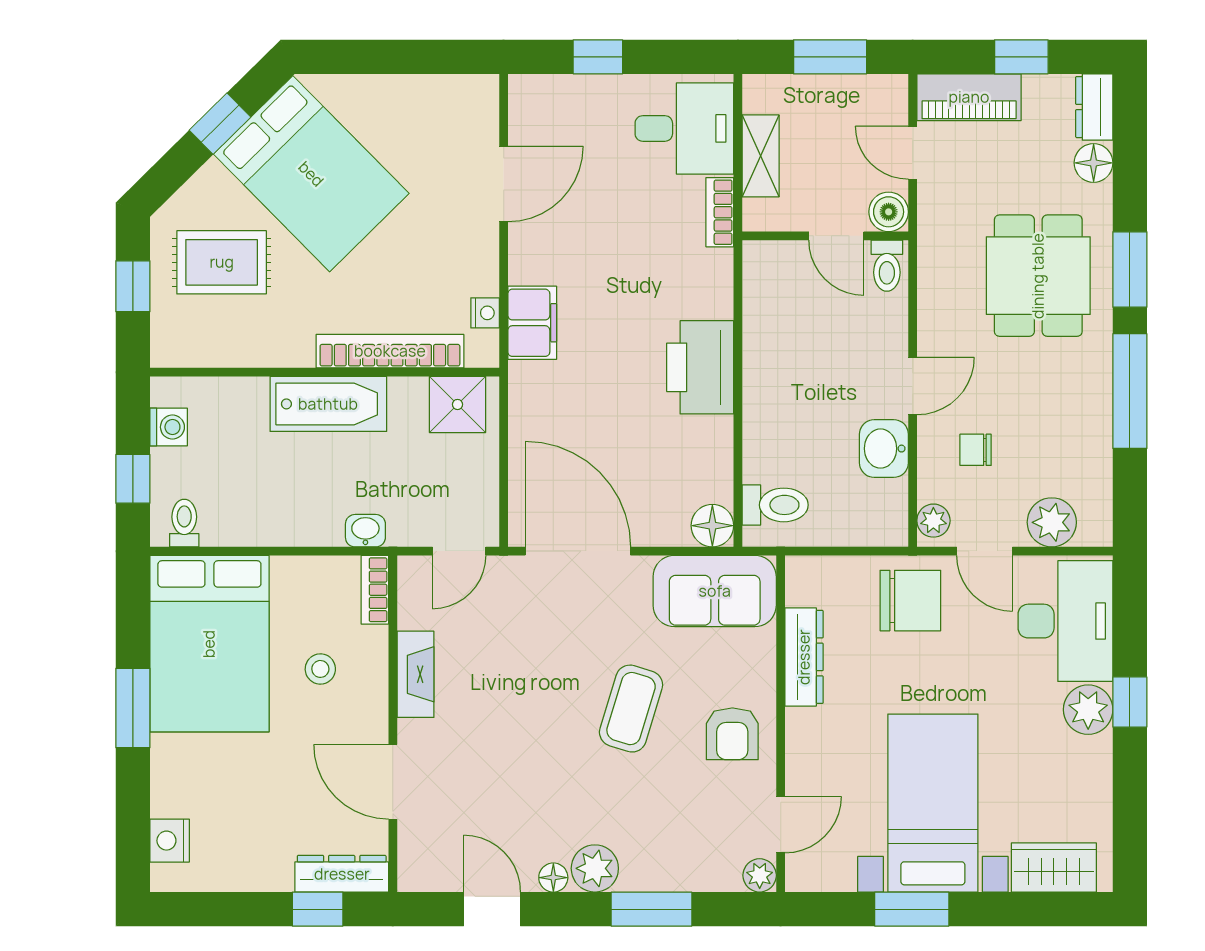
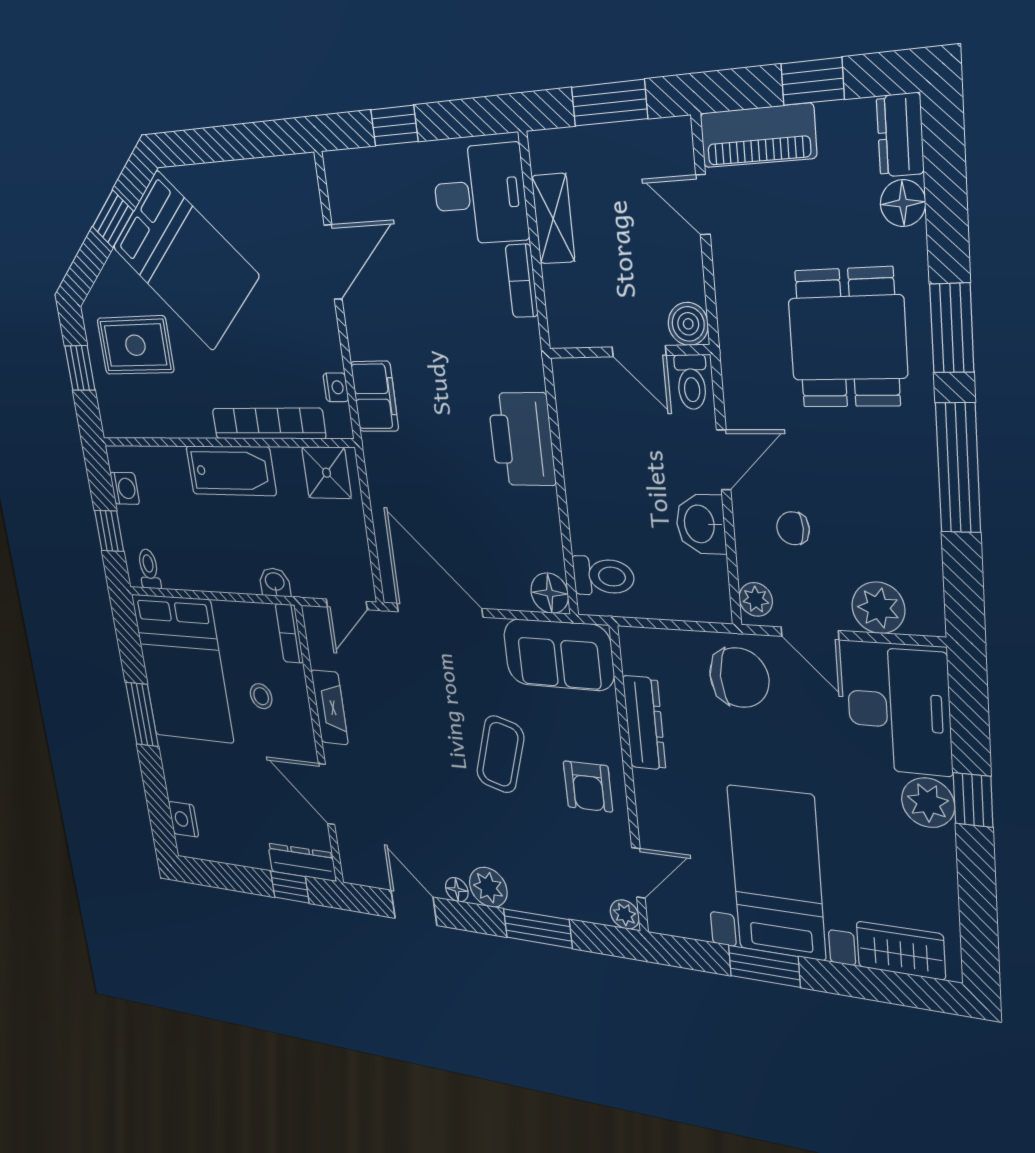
boiler: (889, 212) -> (688, 324), moved
wall: (825, 236) -> (628, 351), moved
door: (836, 236) -> (639, 351), moved
toilet: (887, 266) -> (691, 382), moved

